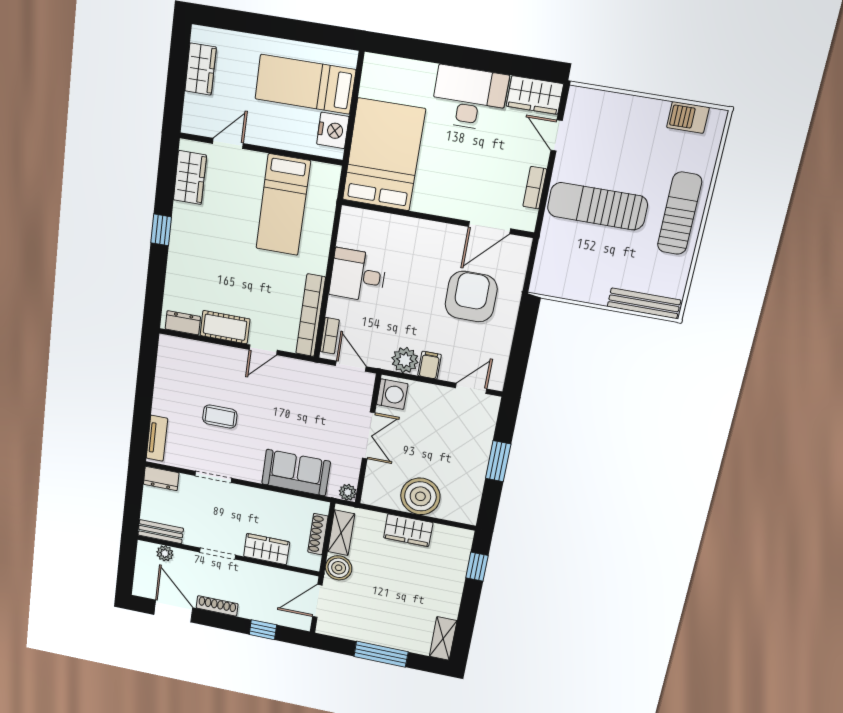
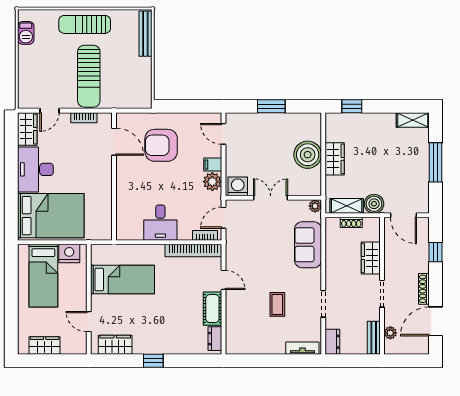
bed: (384, 155) -> (51, 216), moved, turned 180
shoe rack: (318, 534) -> (351, 222), width x0.70

